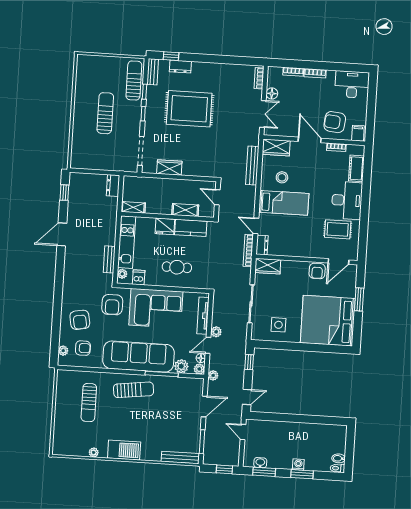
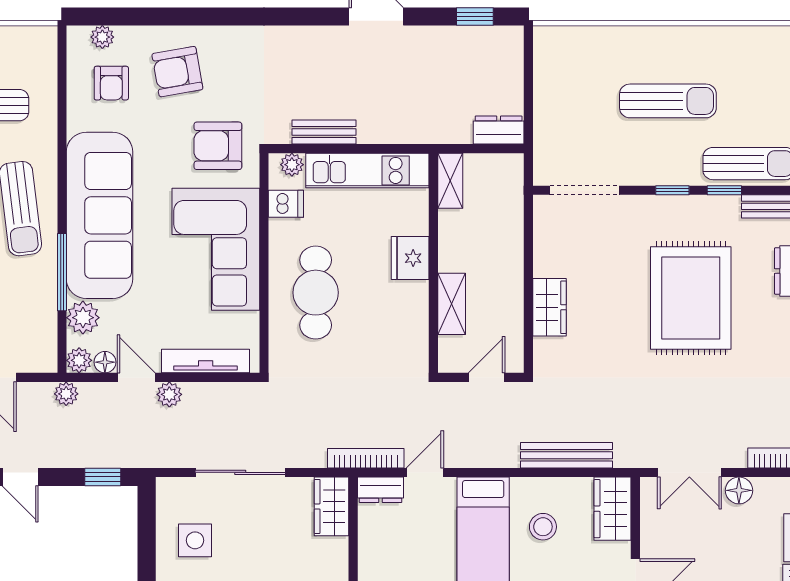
wardrobe: (169, 167) -> (550, 307), moved
kitchen counter: (191, 228) -> (410, 319), removed
cafe table: (177, 267) -> (316, 293), width x1.37, depth x1.35

